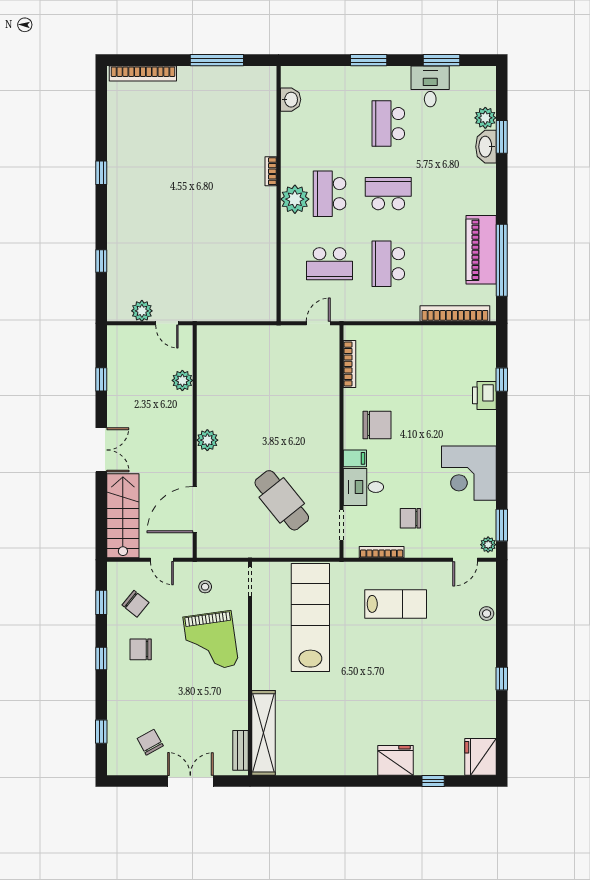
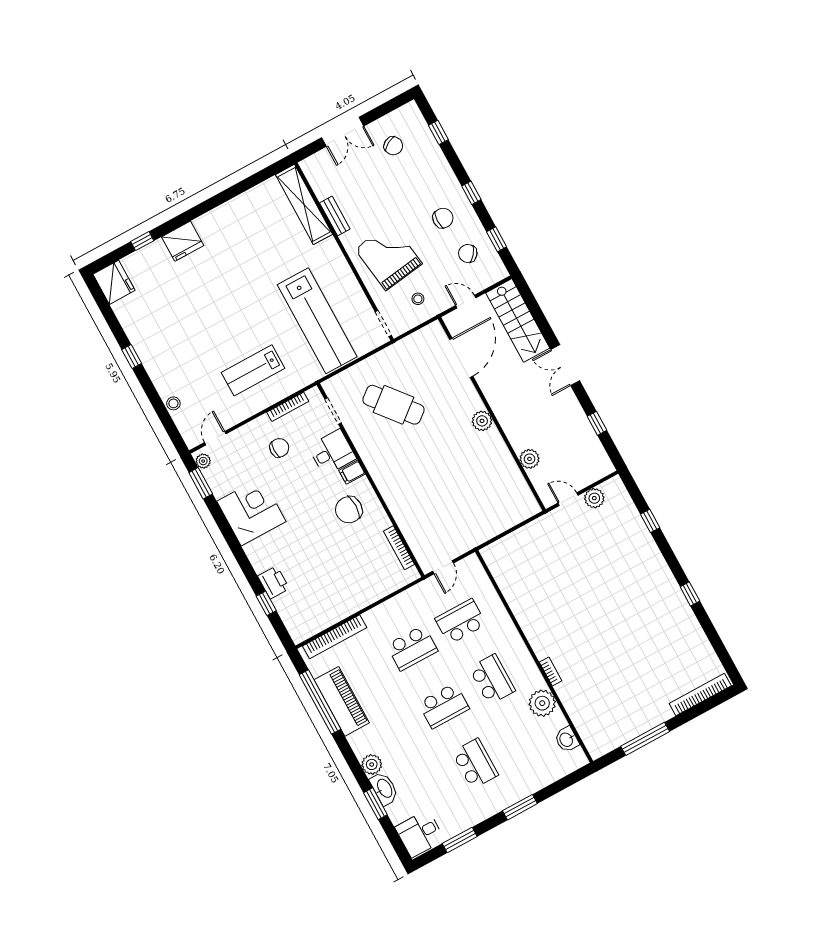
desk: (430, 86) -> (420, 834), moved, turned 90
plant: (485, 118) -> (372, 764), moved
plant: (295, 199) -> (542, 703), moved
school desk: (388, 264) -> (412, 648), turned 90
bench: (240, 750) -> (335, 216), moved

